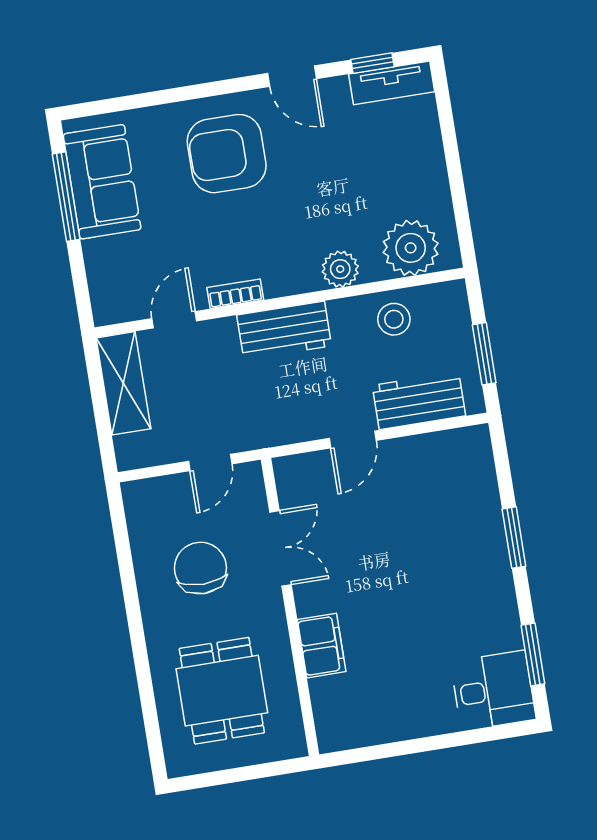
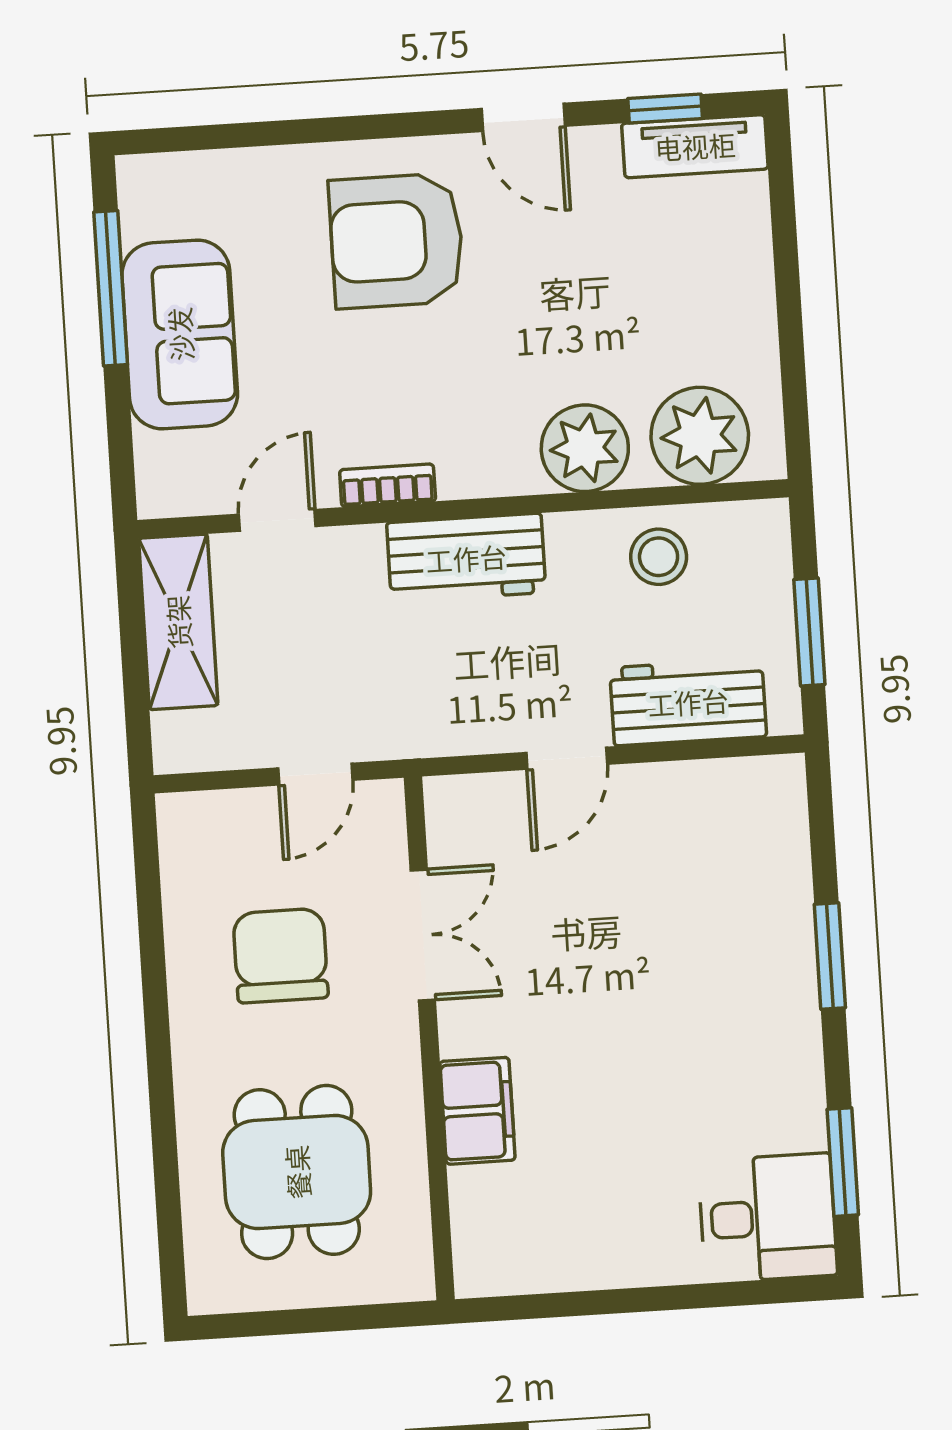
sofa: (102, 182) -> (180, 334), moved
plant: (340, 269) -> (585, 448), width x1.36, depth x1.36

